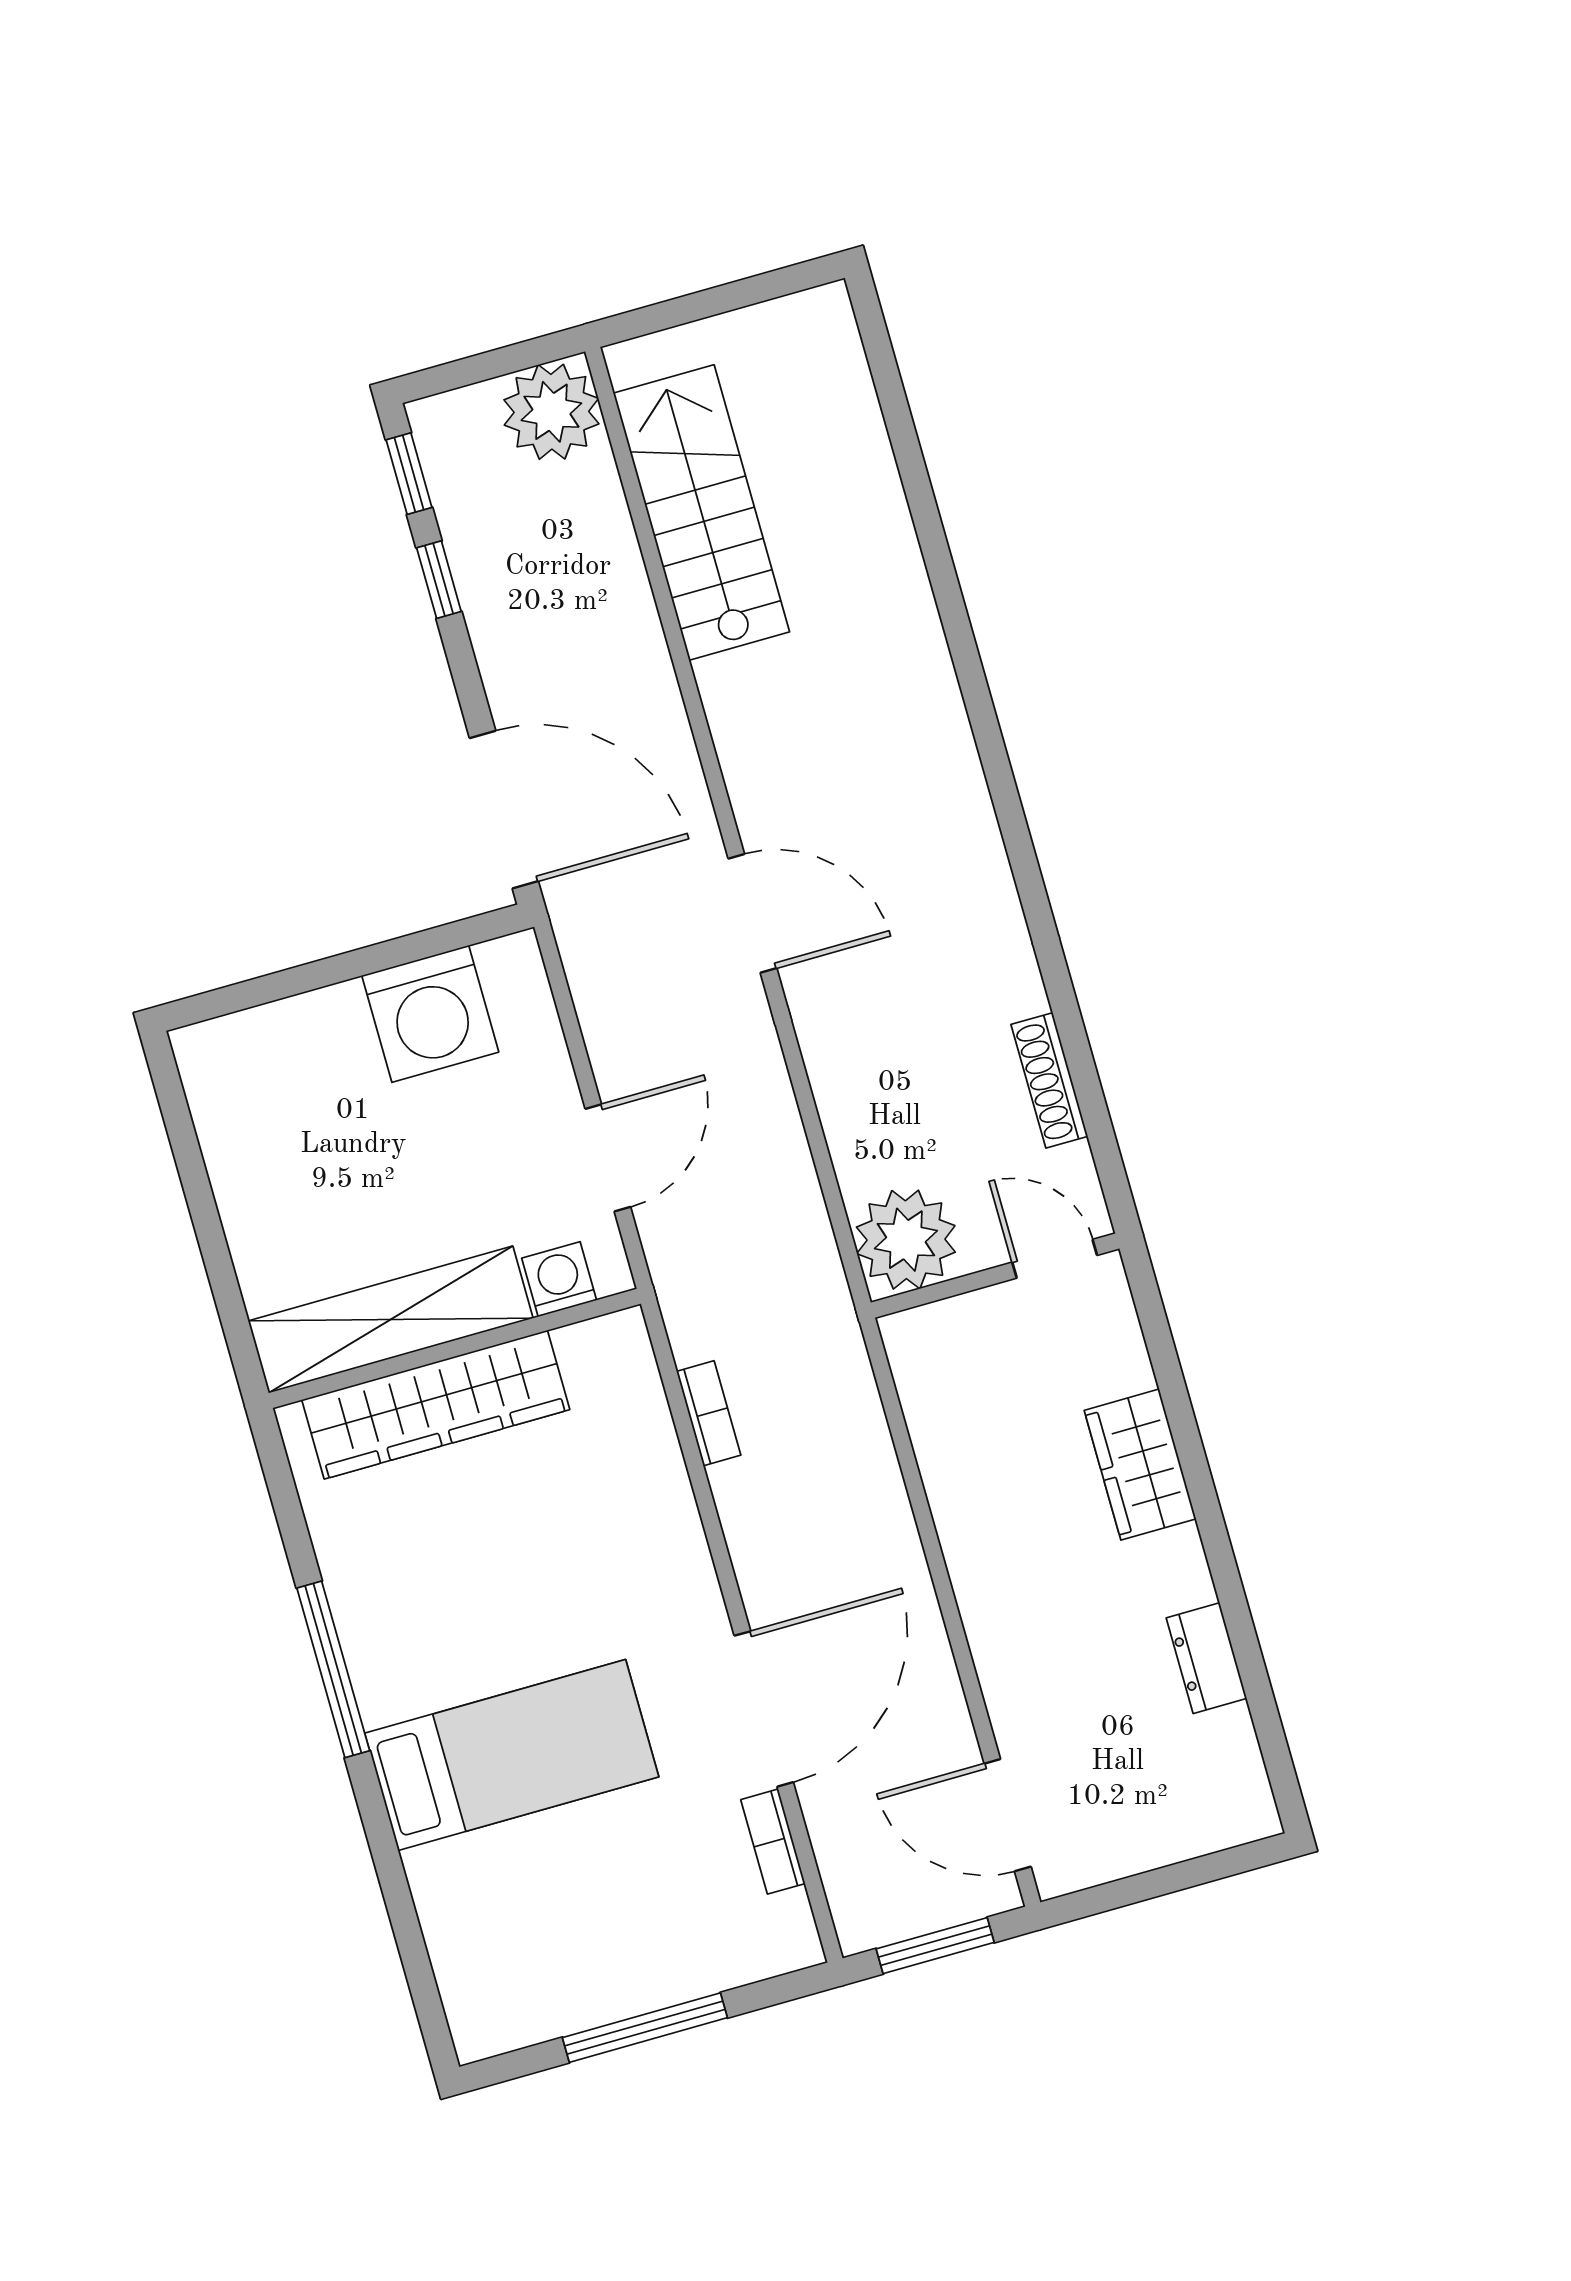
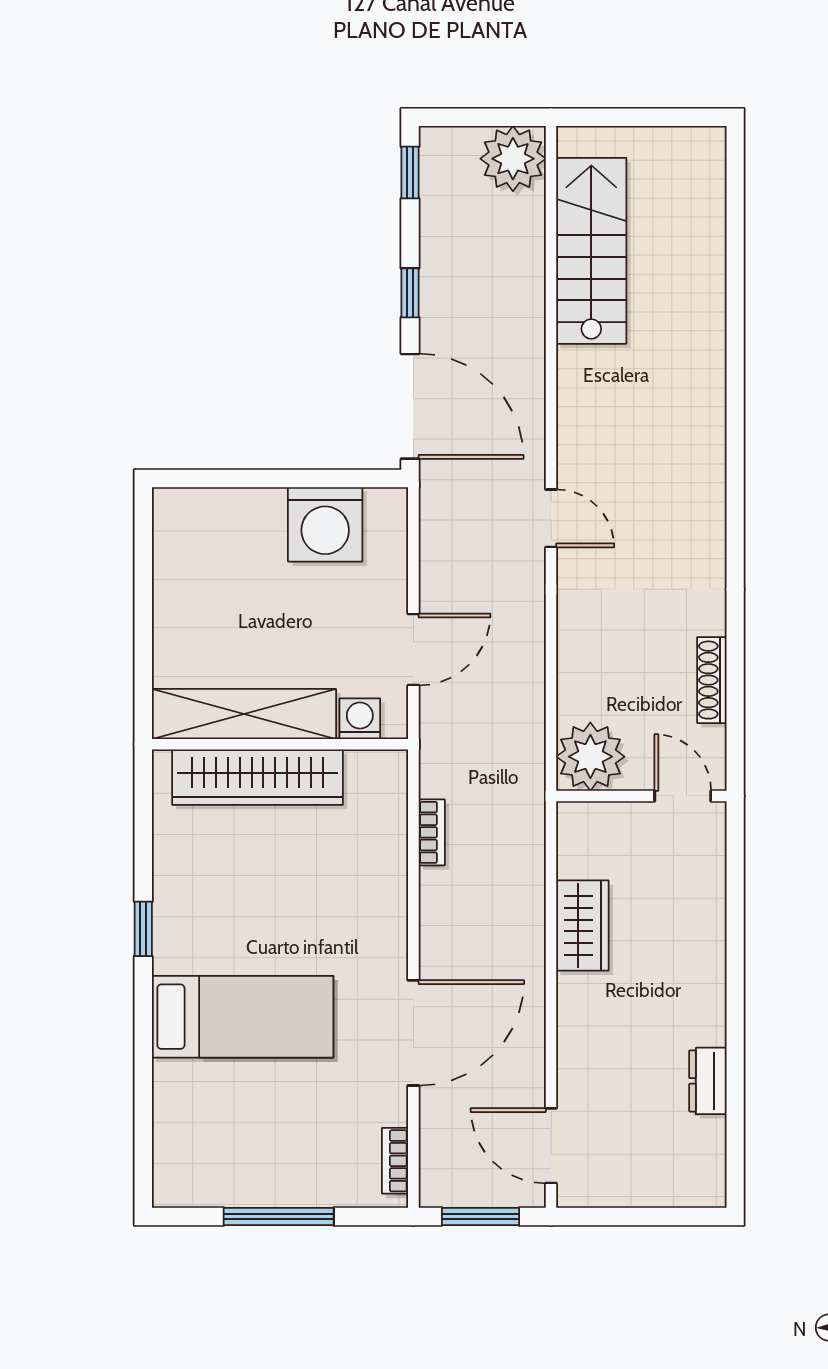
window: (439, 580) -> (410, 293), moved
door: (752, 913) -> (551, 518), width x0.73
wardrobe: (1140, 1465) -> (582, 925), moved, turned 180
window: (333, 1669) -> (143, 929), width x0.46
bookcase: (773, 1842) -> (395, 1161), moved

